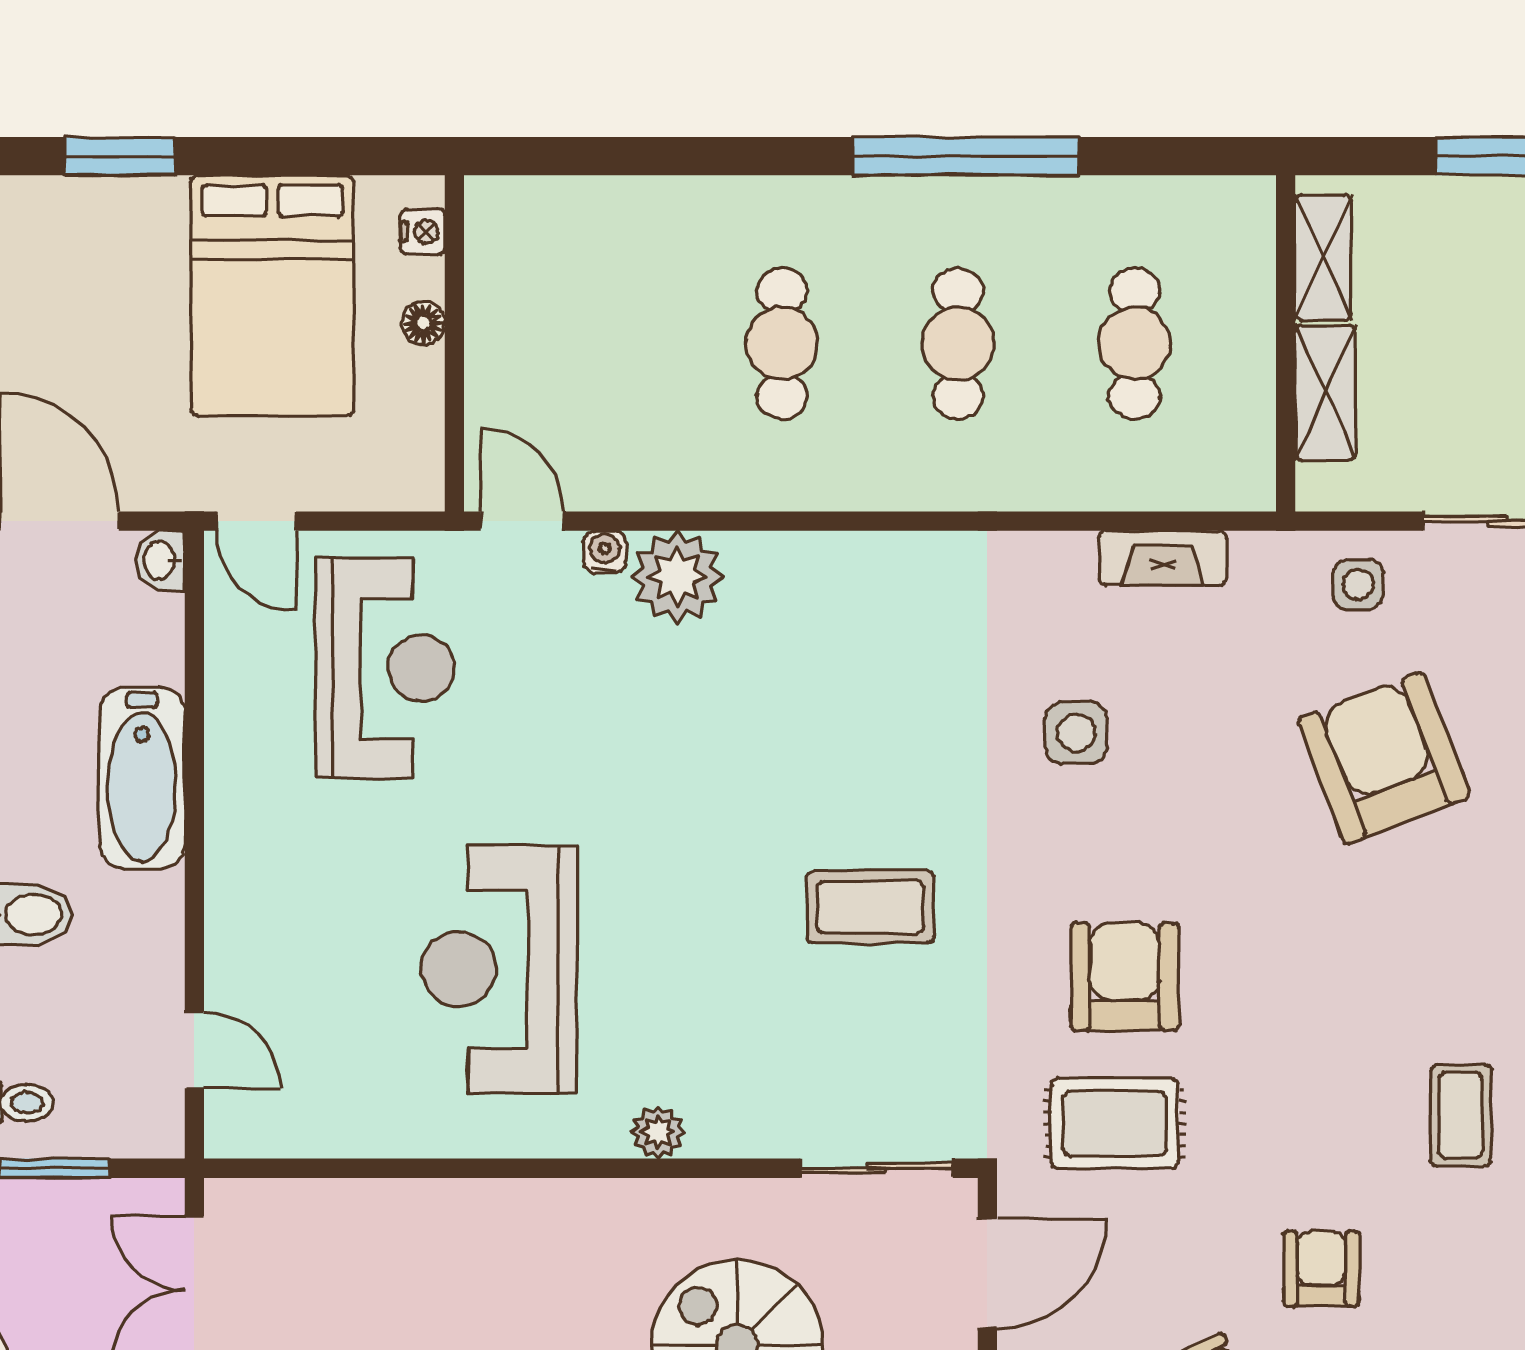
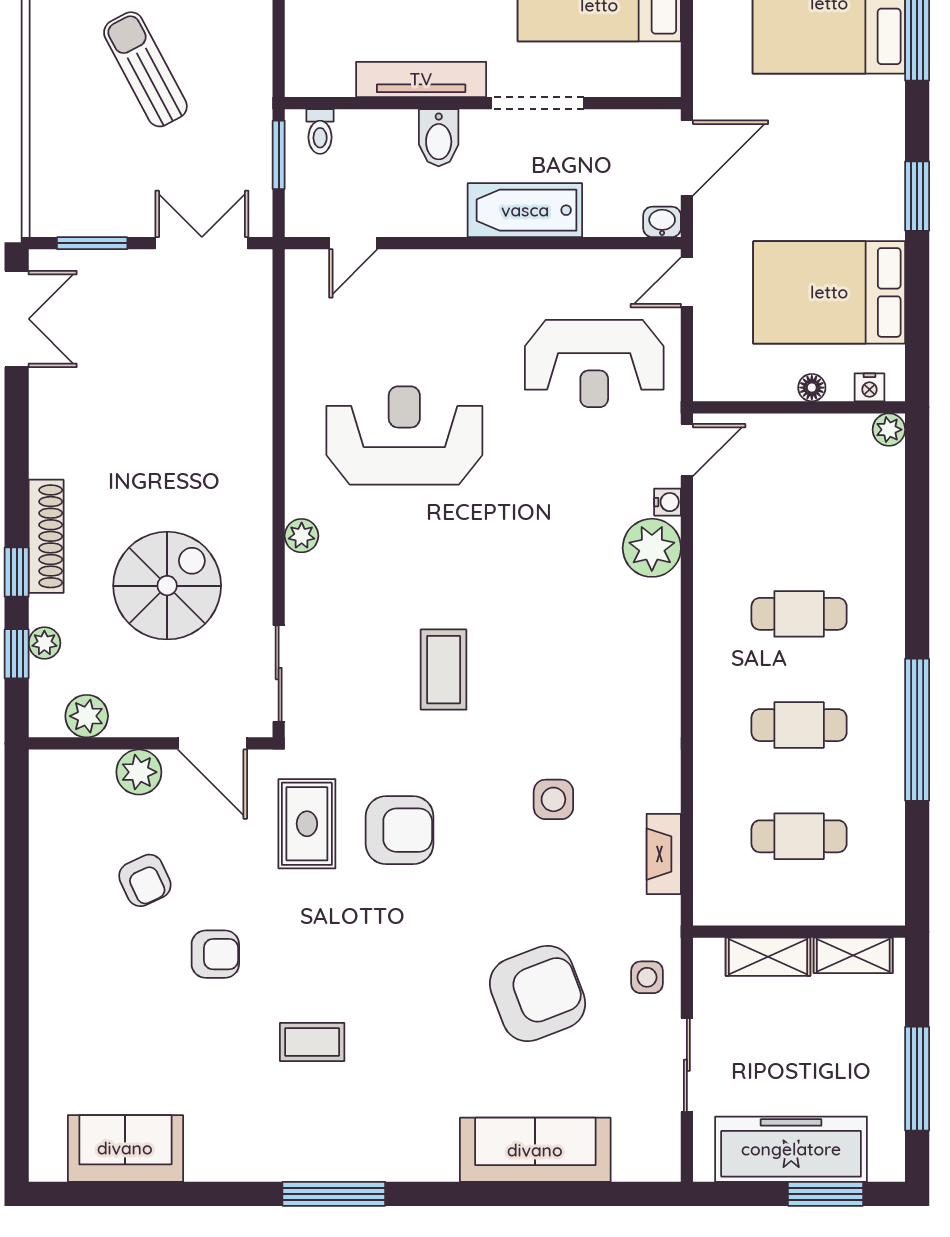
plant: (490, 201) -> (889, 430), added

